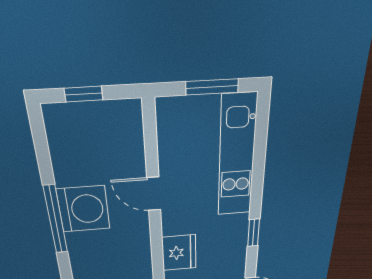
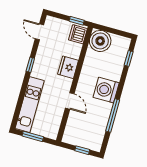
washing machine: (84, 209) -> (106, 90), moved
window: (56, 220) -> (113, 116), moved

